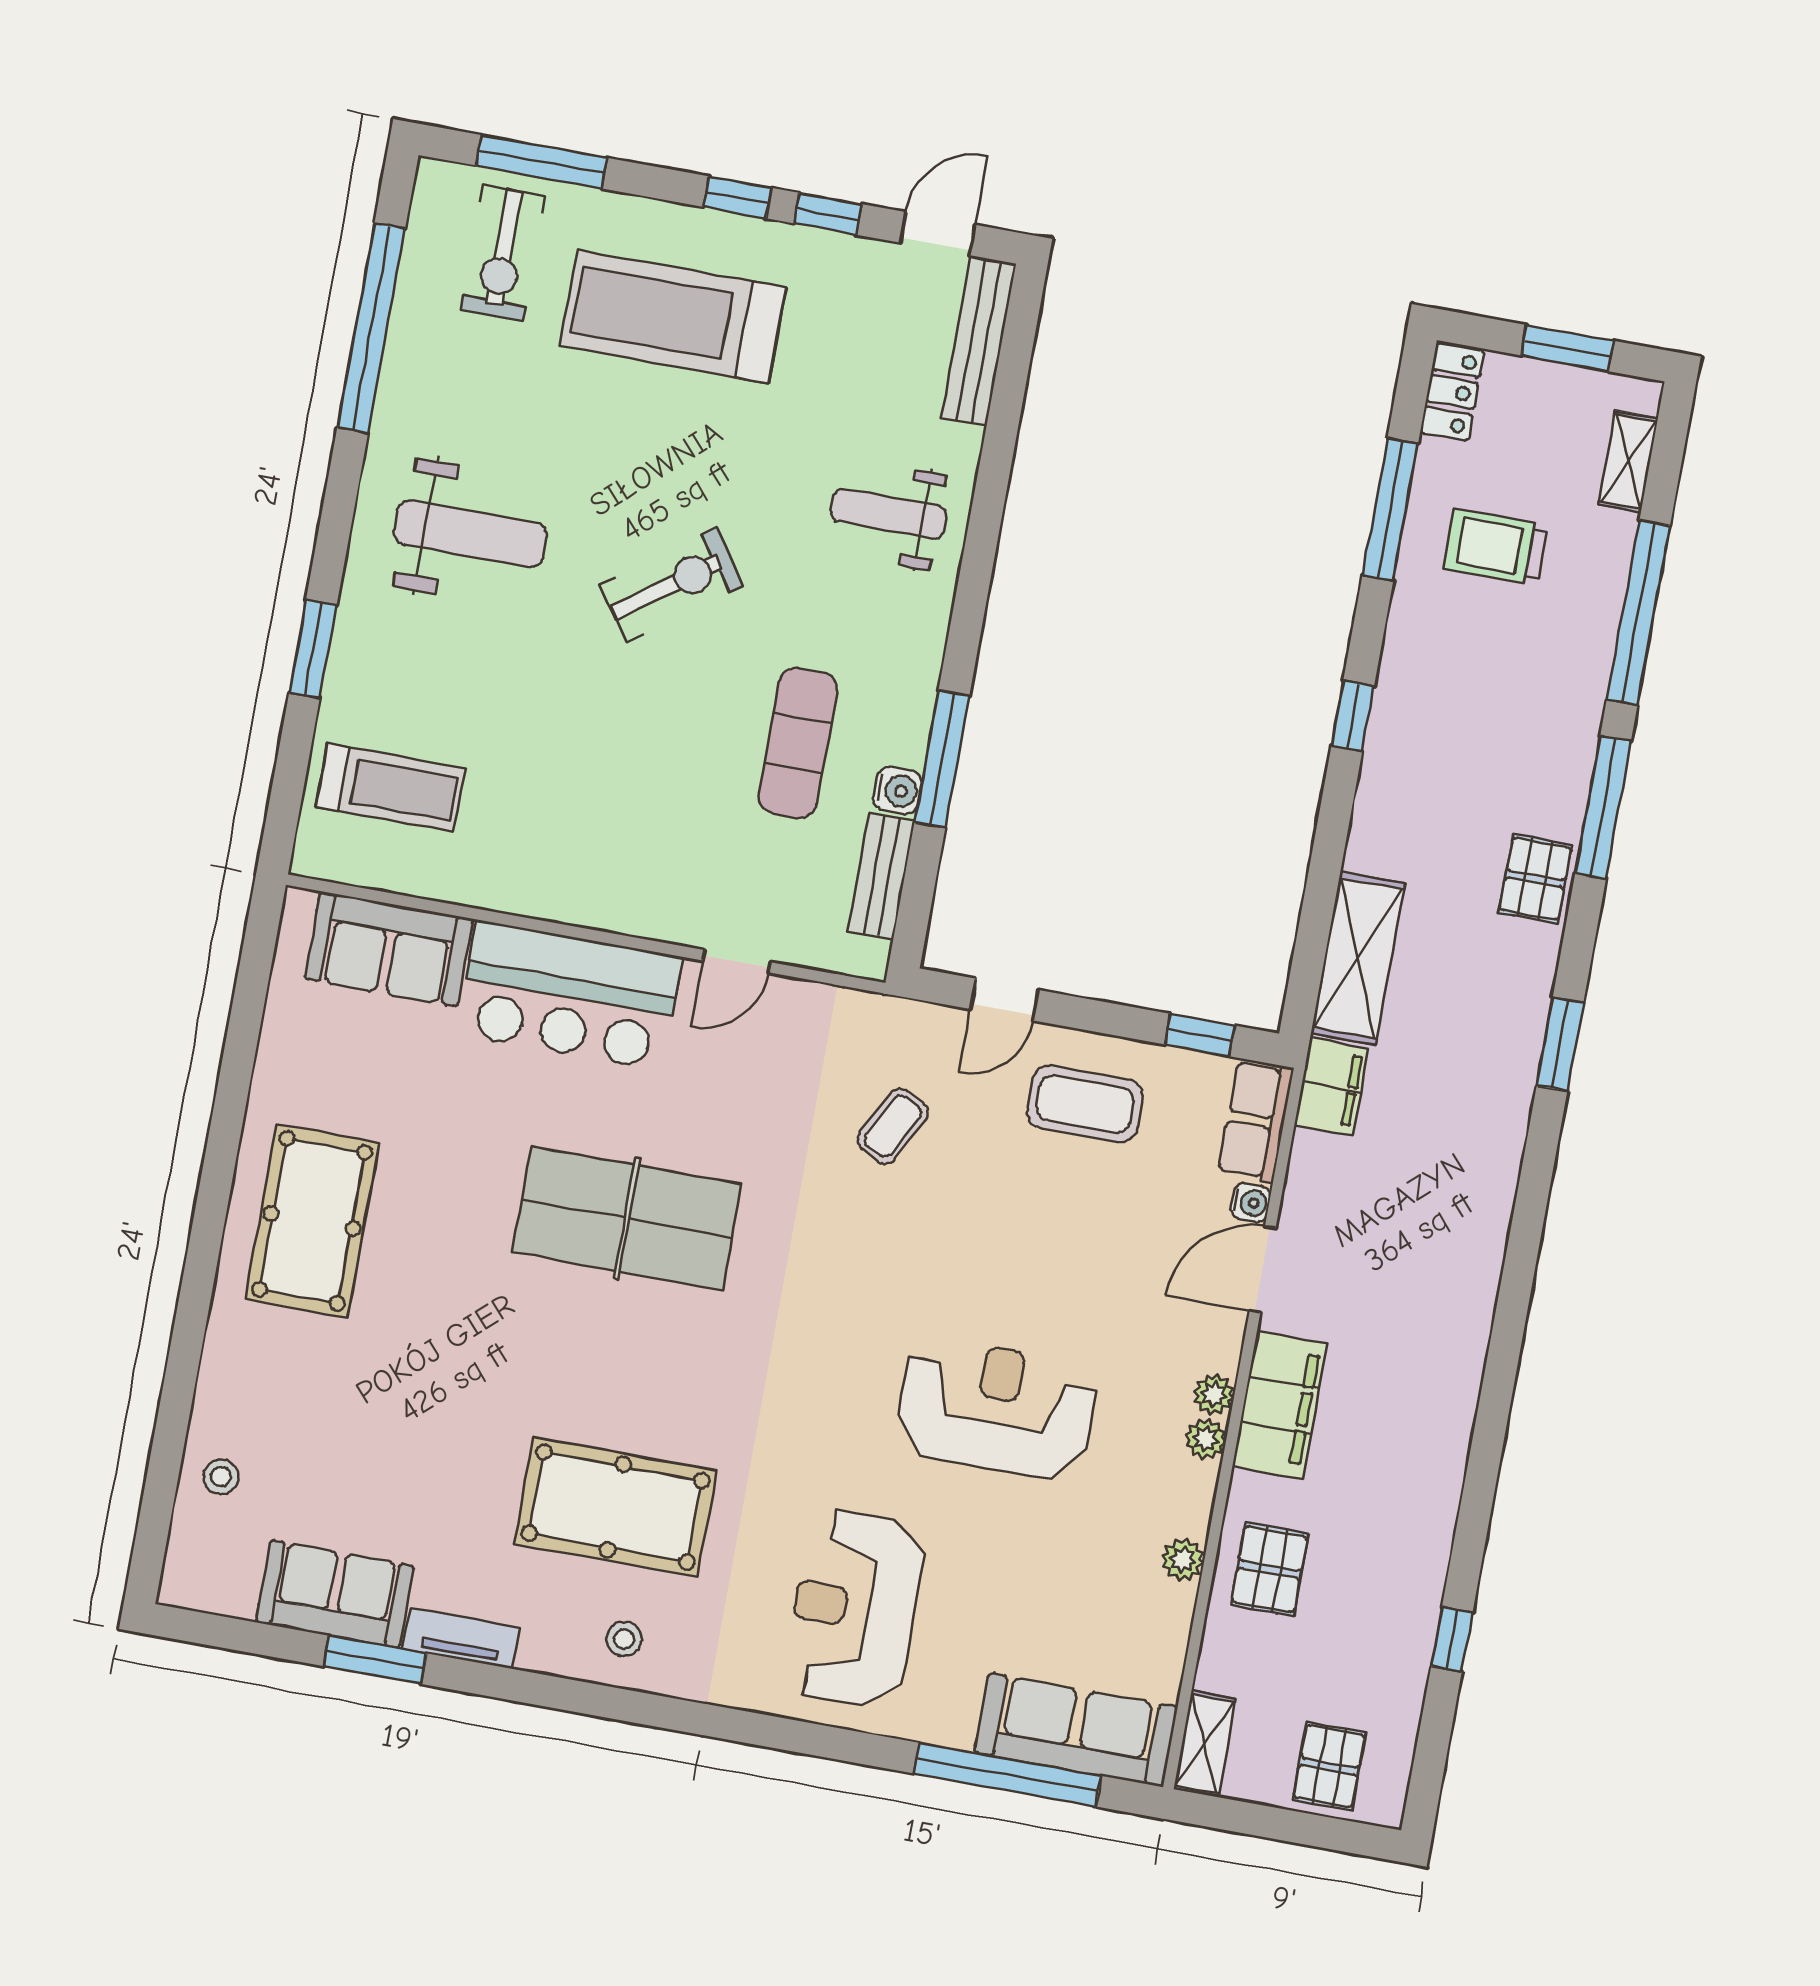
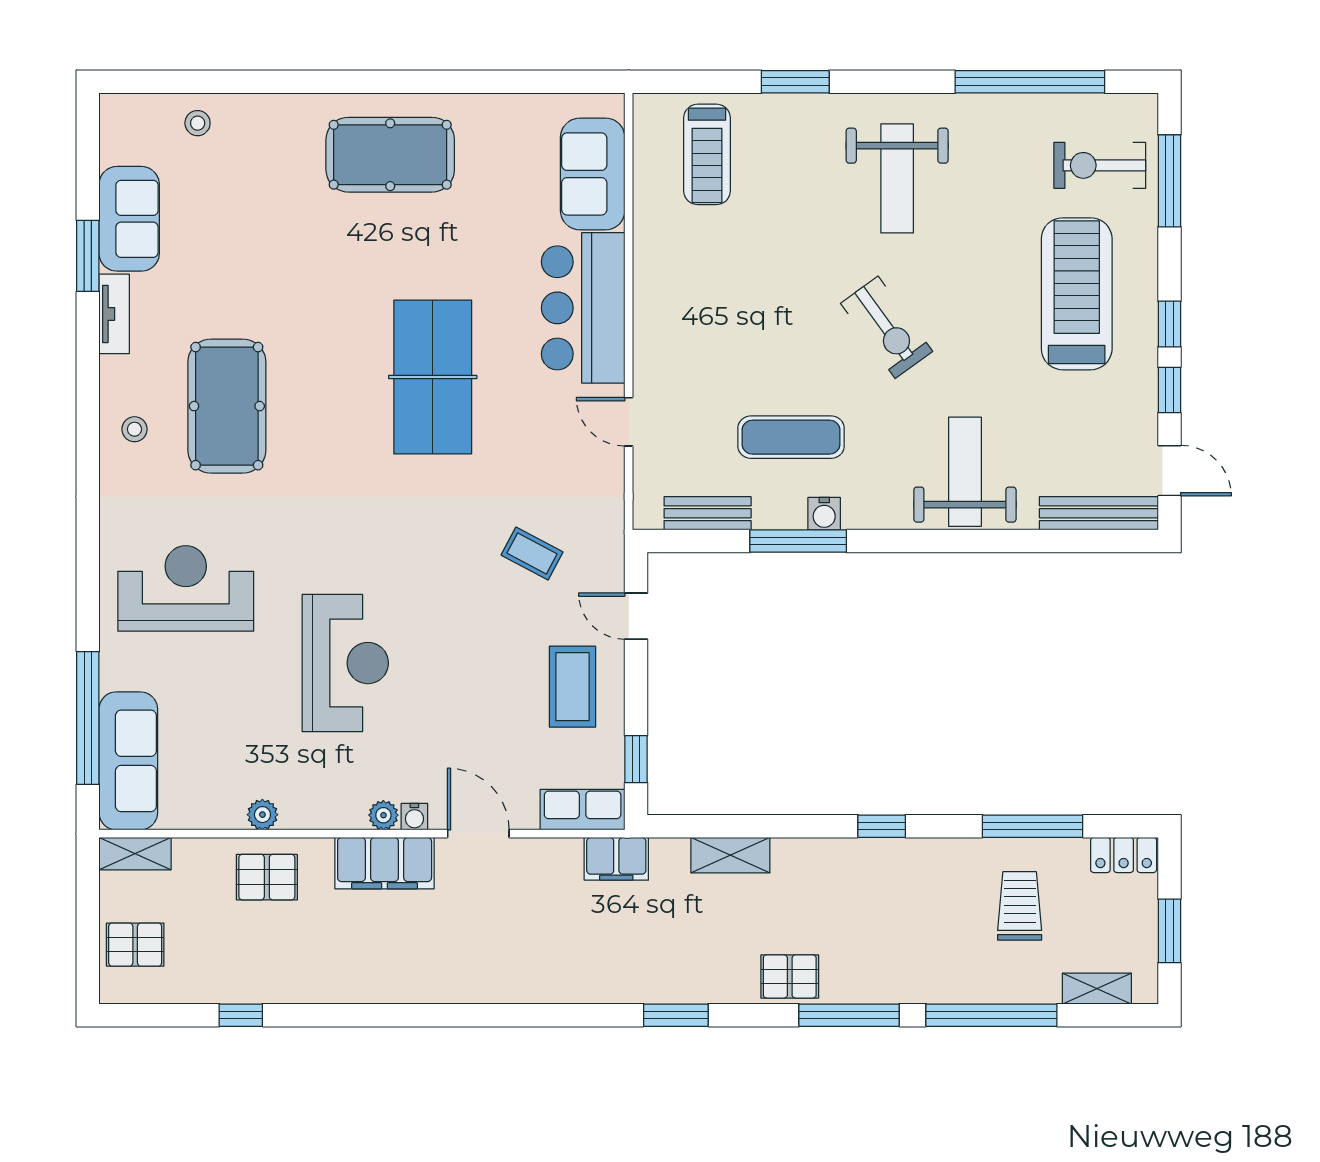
weight bench: (889, 514) -> (965, 472), width x1.36, depth x1.33
water cooler: (898, 790) -> (824, 514), moved
shelving: (1358, 958) -> (730, 855), width x0.67, depth x0.75
water cooler: (1251, 1203) -> (414, 817), moved
plant: (1206, 1439) -> (351, 815), removed

